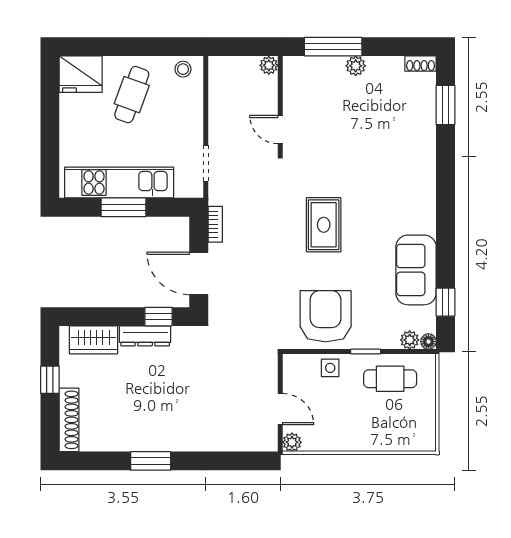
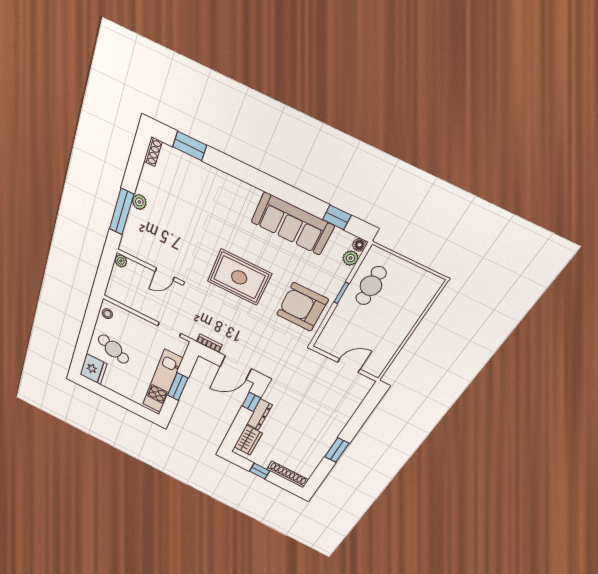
rug: (324, 225) -> (239, 277), width x1.36, depth x1.43
sofa: (416, 270) -> (292, 224), width x1.36
side table: (330, 368) -> (339, 322), removed
plant: (292, 442) -> (376, 370), removed

